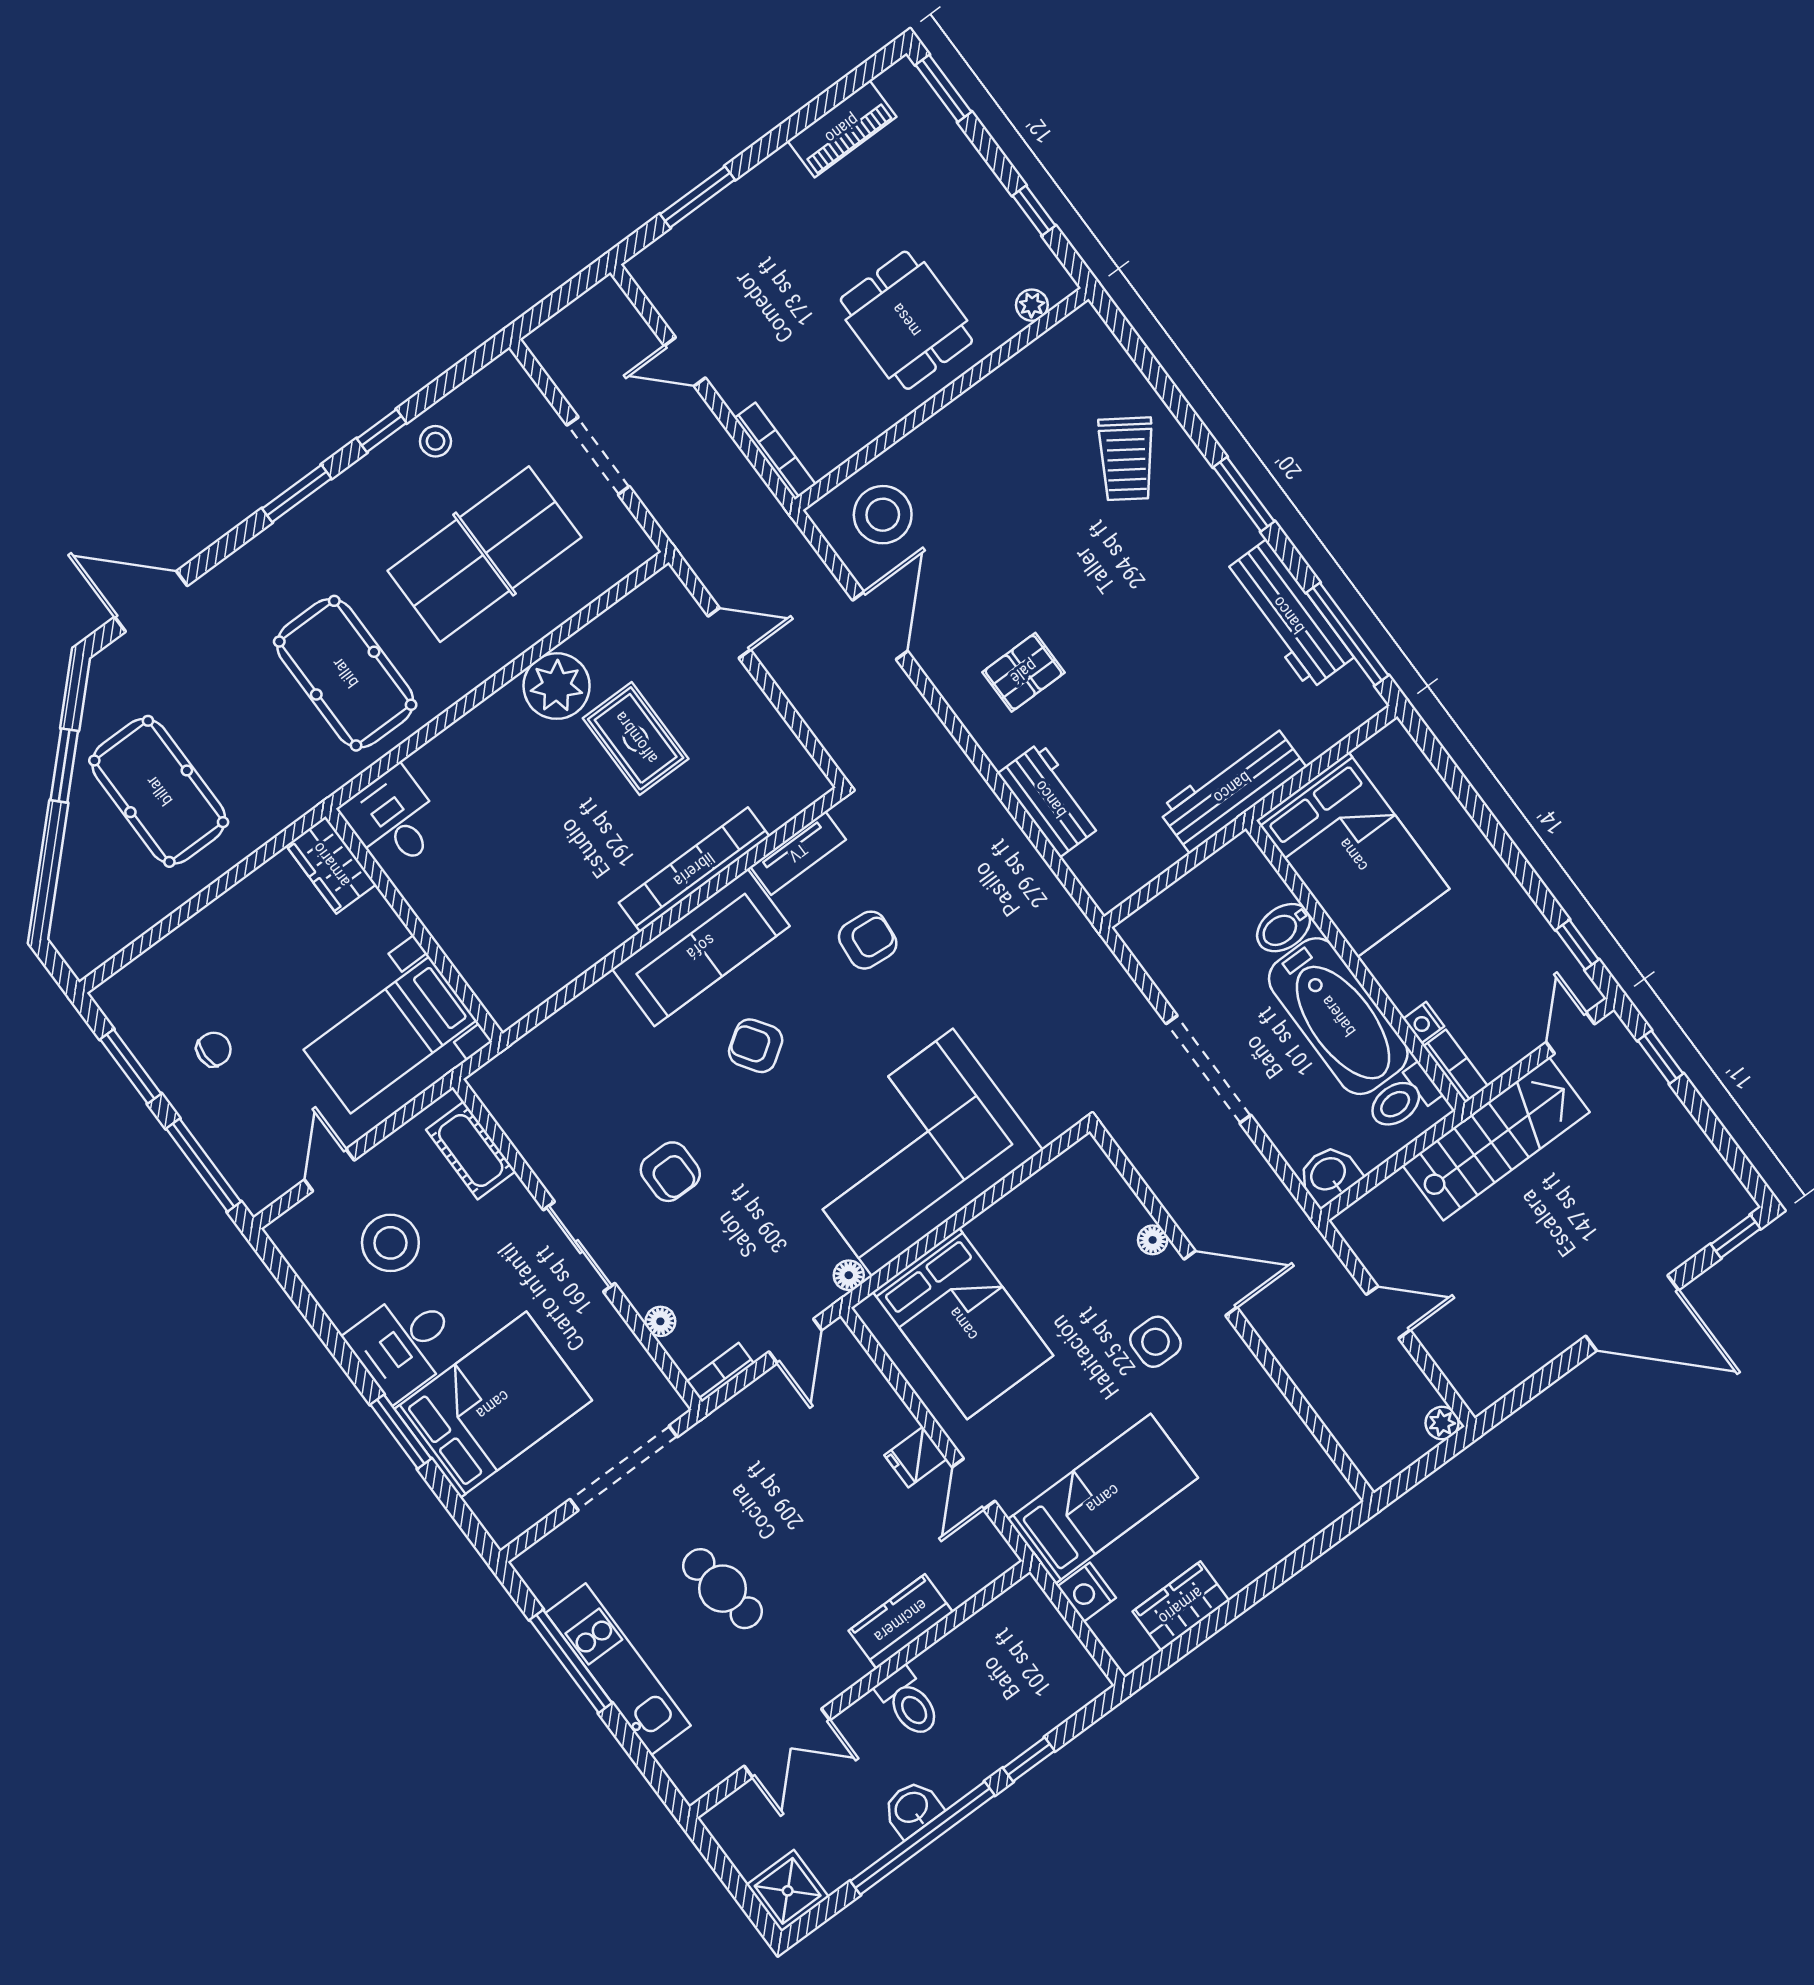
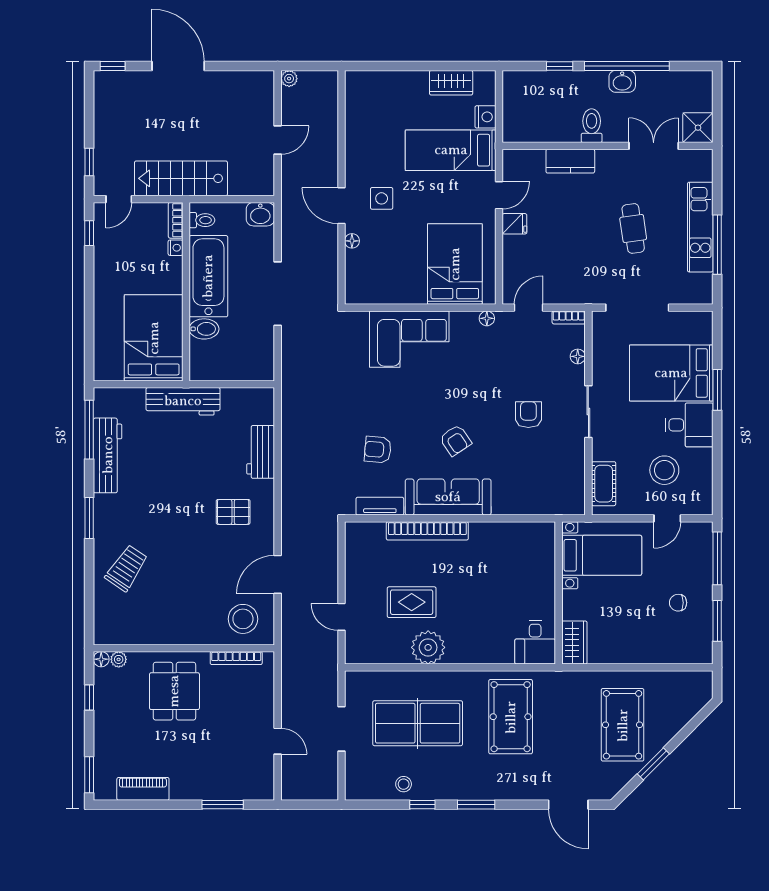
floor lamp: (1060, 285) -> (101, 659), added
bookcase: (775, 451) -> (236, 658), moved, turned -90
rug: (636, 738) -> (412, 602), turned 90
toilet: (1403, 1098) -> (202, 220), width x0.73, depth x0.72
corner sofa: (913, 1152) -> (409, 339), width x0.73, depth x0.74
door: (1388, 1312) -> (278, 140), swing flipped
shower: (788, 1891) -> (698, 128), moved

